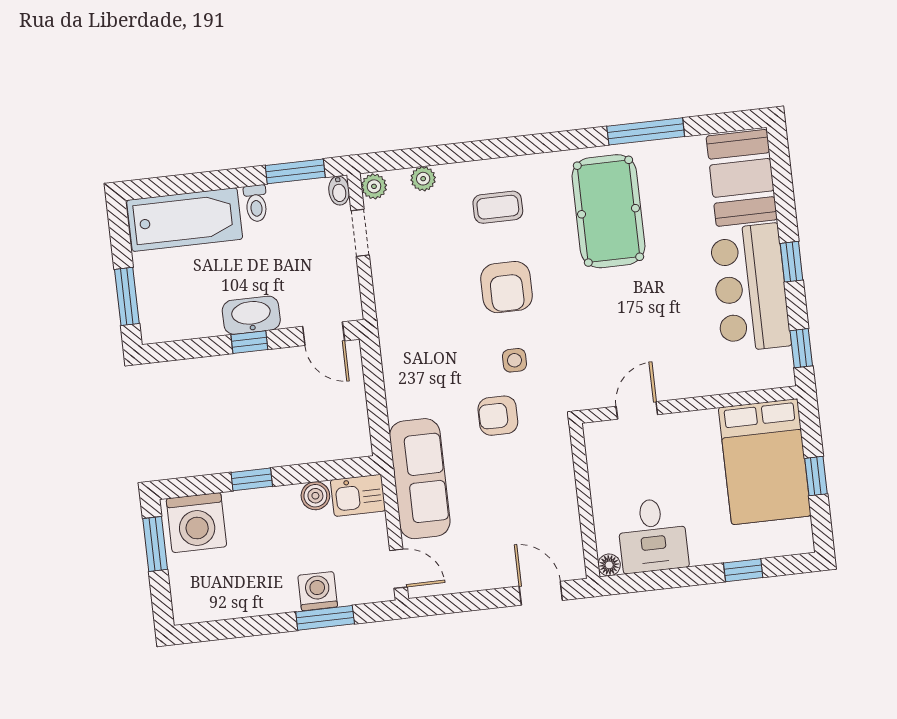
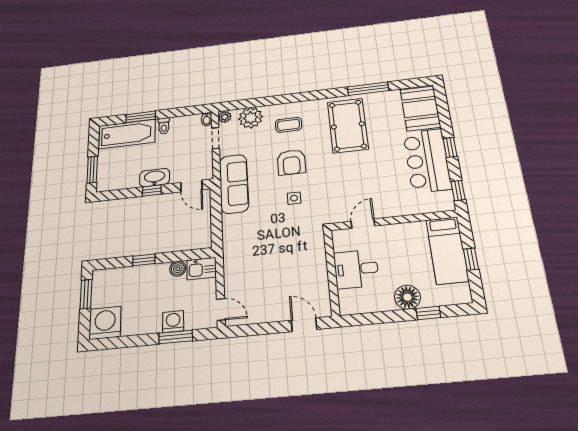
window: (295, 171) -> (141, 117), moved
plant: (423, 179) -> (251, 118), width x1.87, depth x1.87
armchair: (498, 416) -> (283, 227), removed
bed: (765, 462) -> (447, 250), width x0.67
sofa: (420, 479) -> (234, 184), moved
washing machine: (196, 523) -> (105, 323), moved, turned 180
desk: (653, 535) -> (356, 269), moved, turned 90
floor lamp: (609, 565) -> (407, 297), moved, width x1.89, depth x1.89

